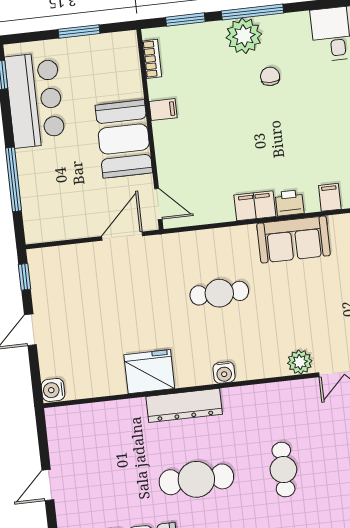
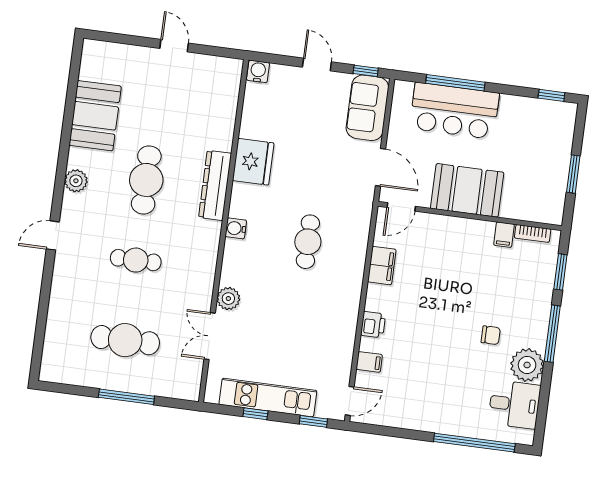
plant: (244, 36) -> (527, 365), moved
bar counter: (35, 100) -> (454, 111), moved
filing cabinet: (163, 110) -> (504, 235), moved
filing cabinet: (255, 206) -> (382, 266), moved
sofa: (294, 239) -> (367, 108), moved

